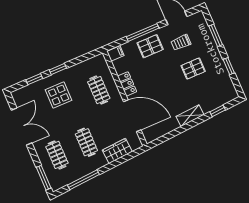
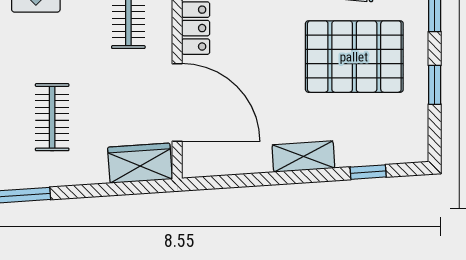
pallet: (193, 69) -> (354, 57), width x2.05, depth x2.00
wardrobe: (117, 151) -> (140, 163), moved

